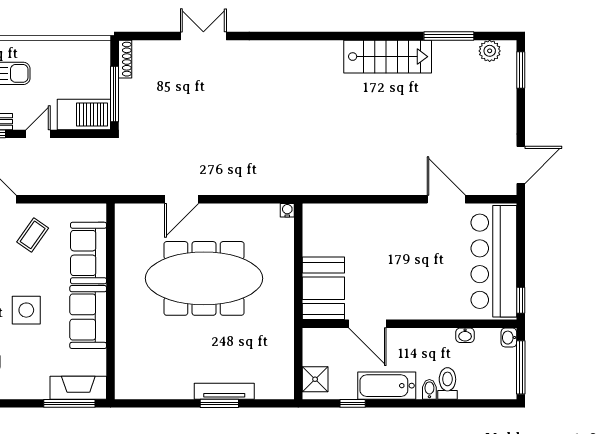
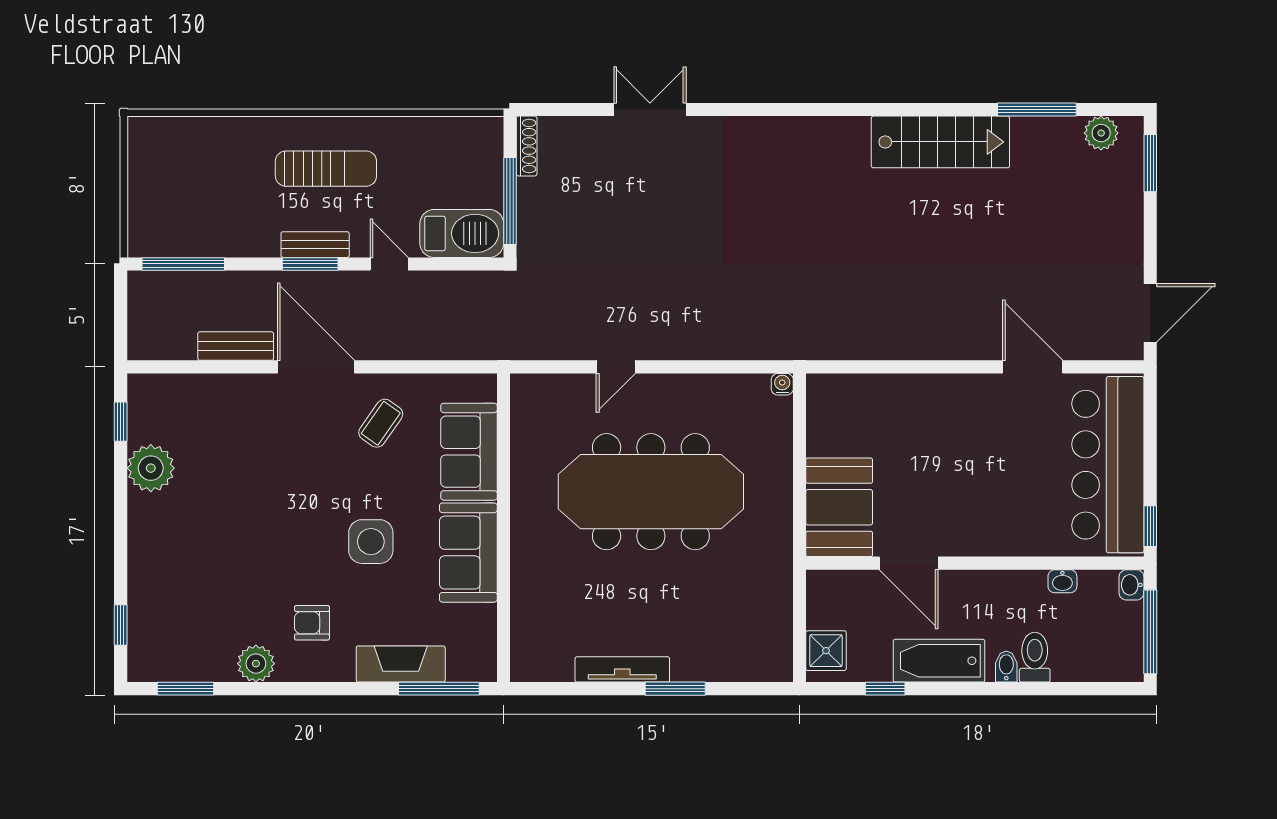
door: (38, 134) -> (389, 264), hinge flipped
door: (182, 199) -> (616, 367), width x0.73
fireplace: (78, 388) -> (401, 664), moved
tv unit: (224, 391) -> (622, 669), moved

